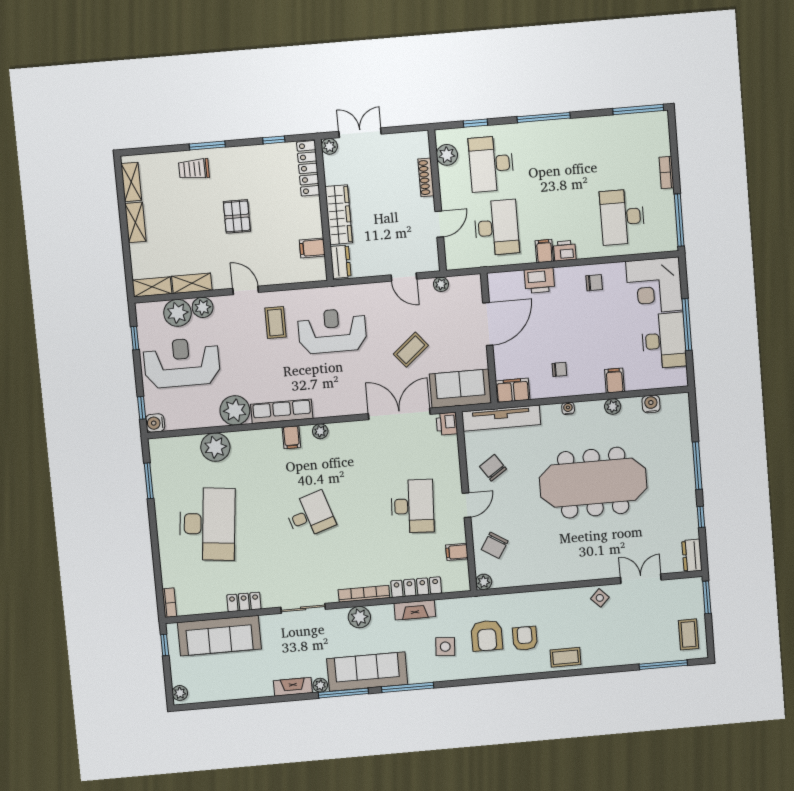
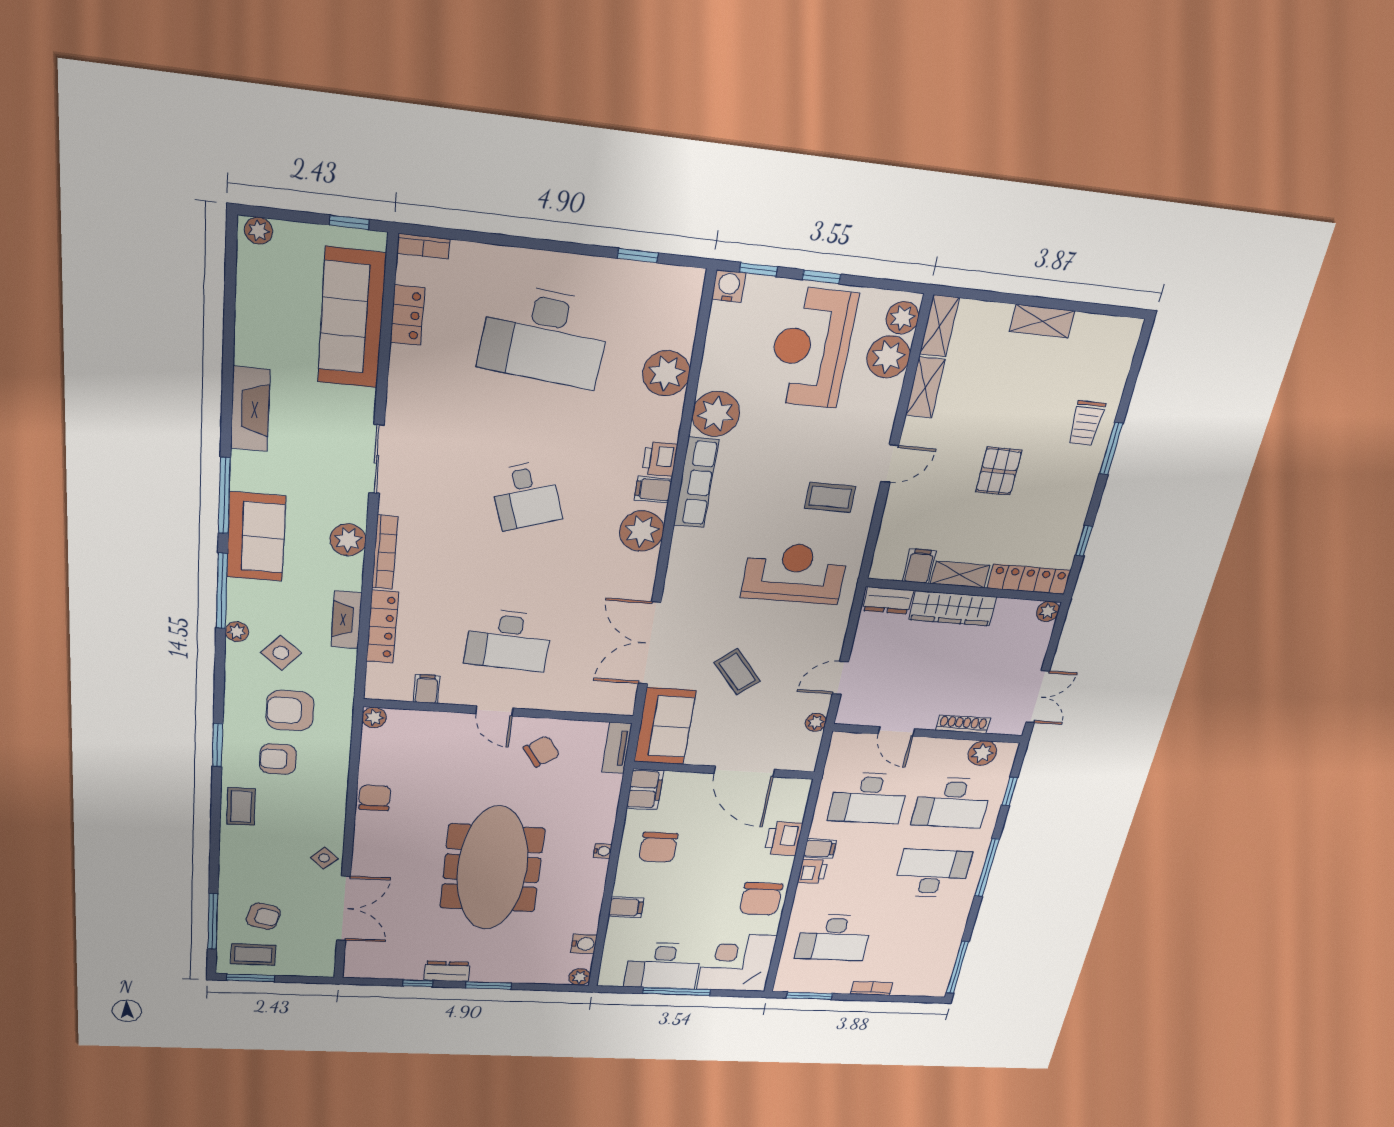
double door: (360, 133) -> (1038, 697), moved
desk: (554, 158) -> (932, 873), added
desk: (491, 164) -> (952, 803), turned 180
trolley: (194, 169) -> (1086, 423), turned 180
shelving: (131, 182) -> (960, 575), moved
pallet: (237, 216) -> (999, 471), turned 90
desk: (622, 217) -> (834, 938), turned 180
window: (679, 220) -> (809, 996), width x0.69
chair: (594, 283) -> (761, 899), width x1.87, depth x1.87
plant: (203, 307) -> (902, 318), moved
reception desk: (332, 331) -> (795, 573), turned -90
window: (135, 338) -> (822, 277), moved
reception desk: (182, 363) -> (811, 348), turned 180
chair: (559, 369) -> (658, 847), width x1.87, depth x1.87
plant: (613, 406) -> (580, 977), moved
double door: (399, 414) -> (650, 643), swing flipped
tv unit: (501, 418) -> (617, 748), width x0.52, depth x0.78
printer: (447, 424) -> (660, 459), moved, turned -90
plant: (320, 431) -> (642, 531), width x1.87, depth x1.87
window: (697, 466) -> (489, 985), width x0.69
window: (149, 481) -> (638, 256), width x0.67
chair: (495, 545) -> (375, 798), moved, turned 58
dresser: (692, 556) -> (447, 971), moved
double door: (641, 579) -> (344, 908), width x1.37
window: (707, 597) -> (251, 978), moved
locker: (244, 602) -> (407, 315), moved
armchair: (654, 632) -> (263, 916), added
armchair: (525, 638) -> (278, 759), turned 180
side table: (445, 647) -> (281, 653), turned 37
sofa: (367, 672) -> (256, 537), width x0.73
window: (520, 677) -> (218, 745), added
plant: (320, 685) -> (237, 632), moved
fireplace: (293, 687) -> (250, 409), width x1.37, depth x1.32

